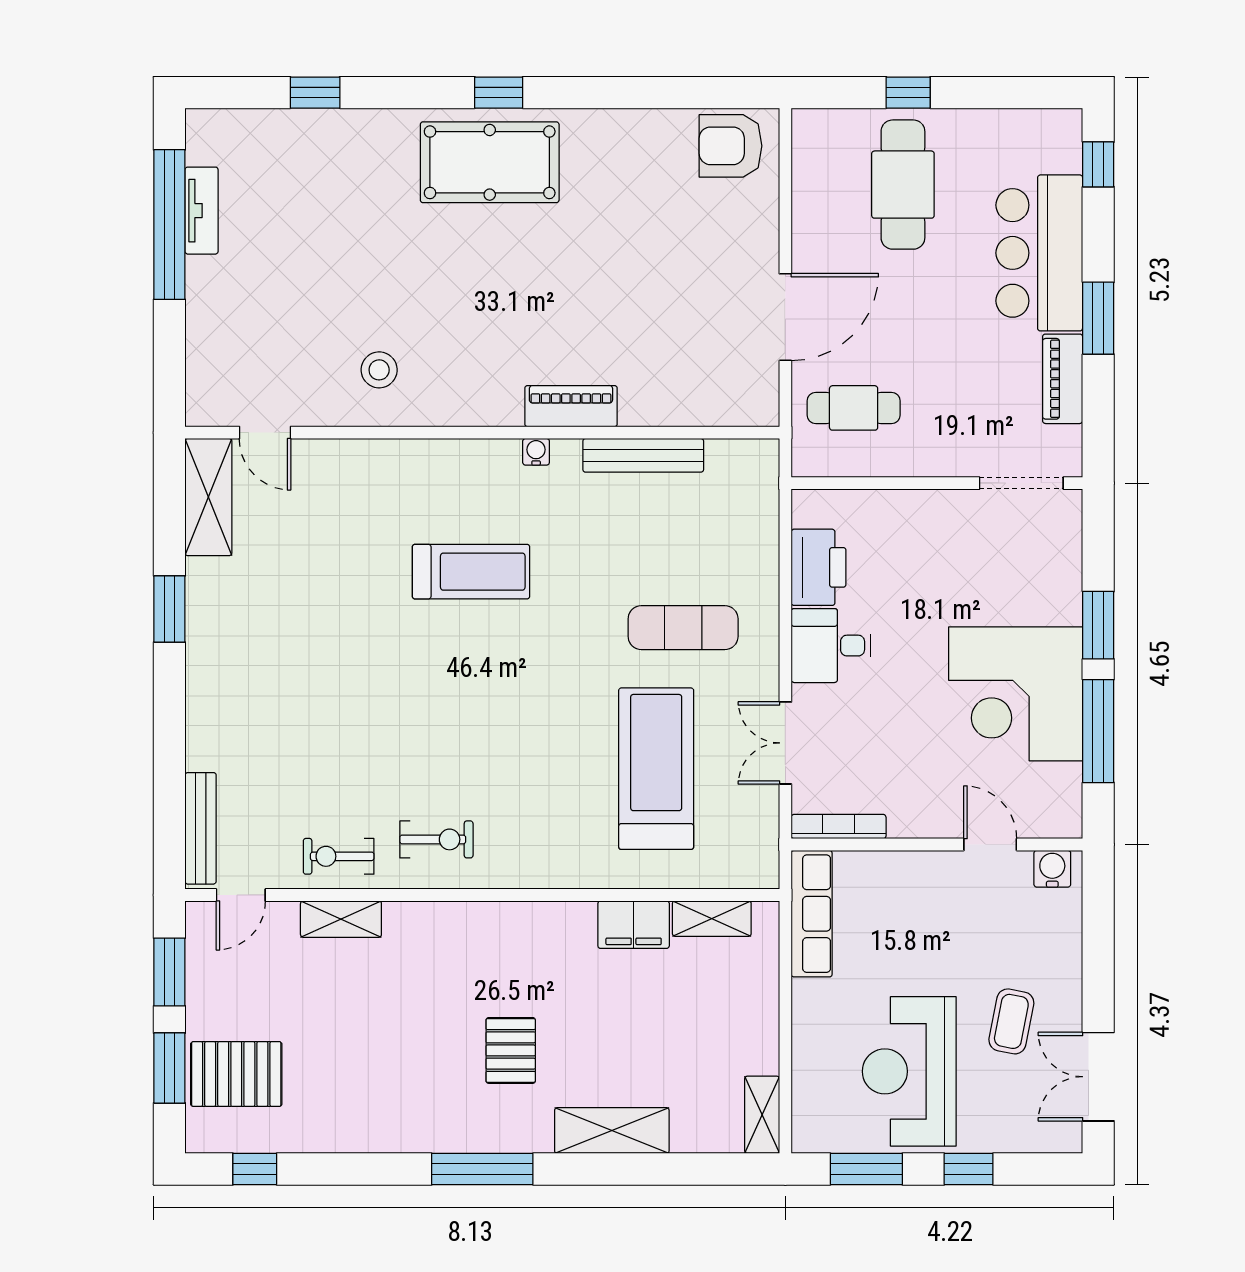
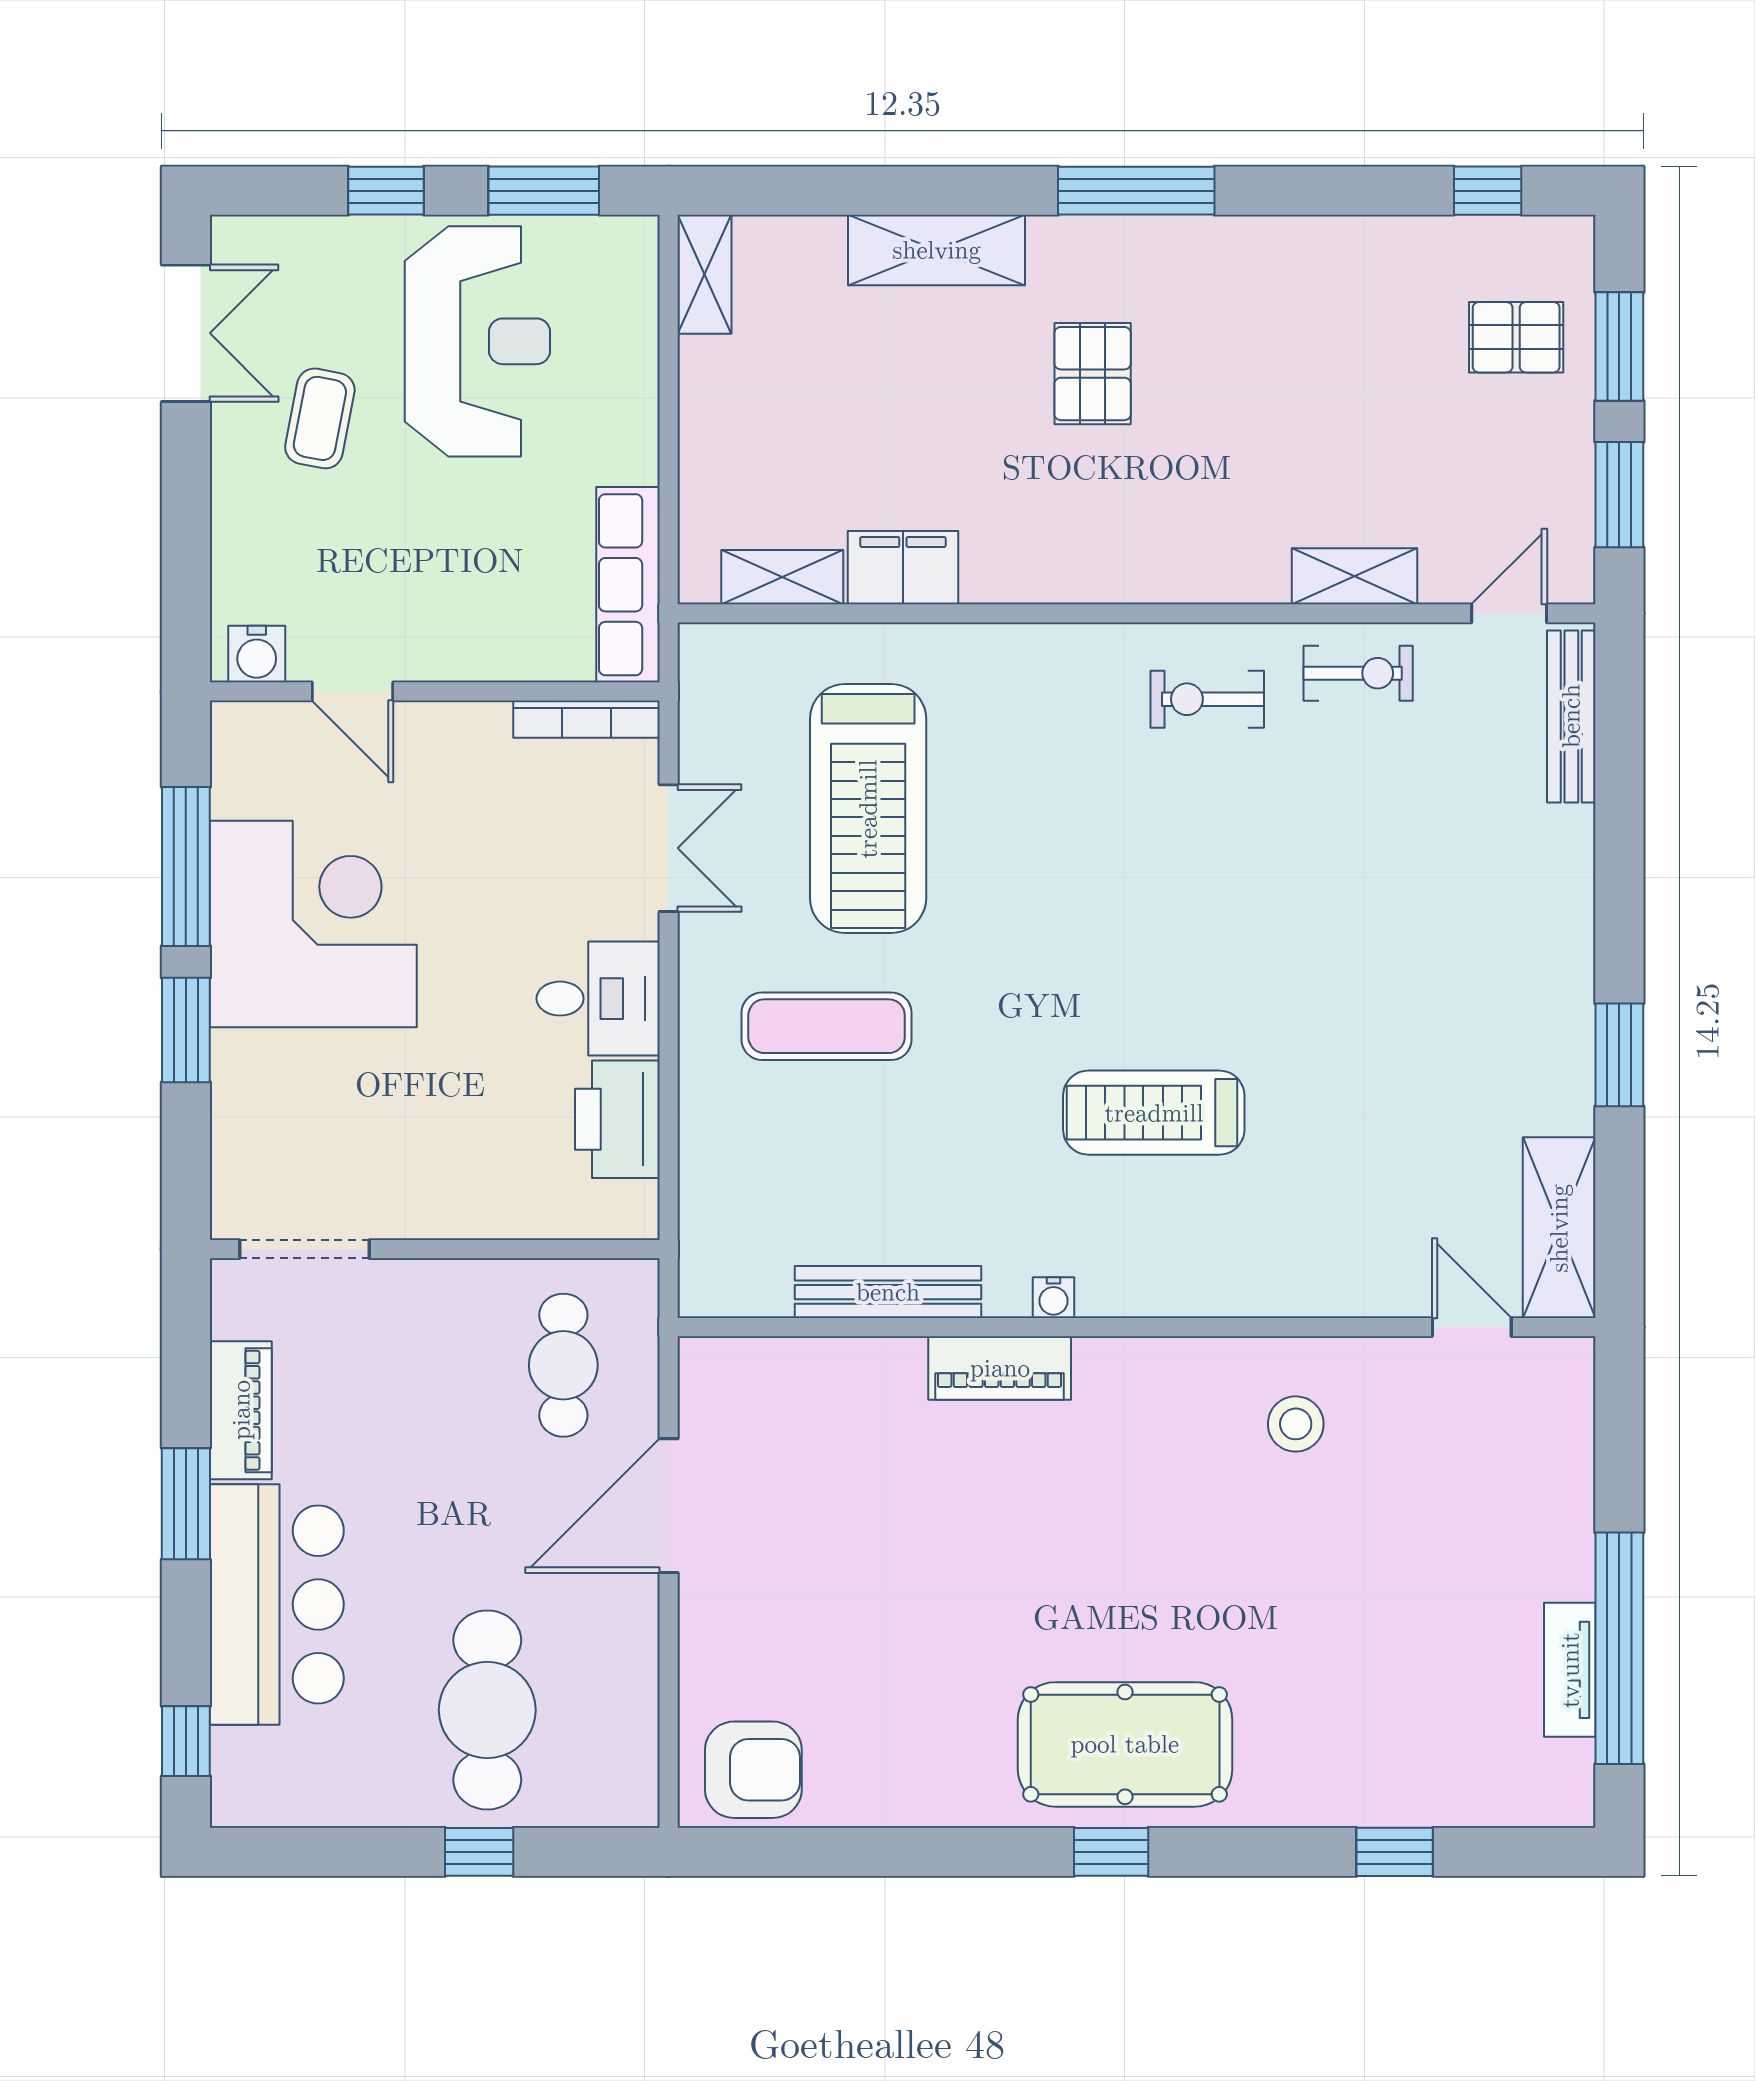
cafe table: (854, 408) -> (563, 1365), turned 90
pallet: (236, 1074) -> (1516, 337), width x0.67, depth x0.71

